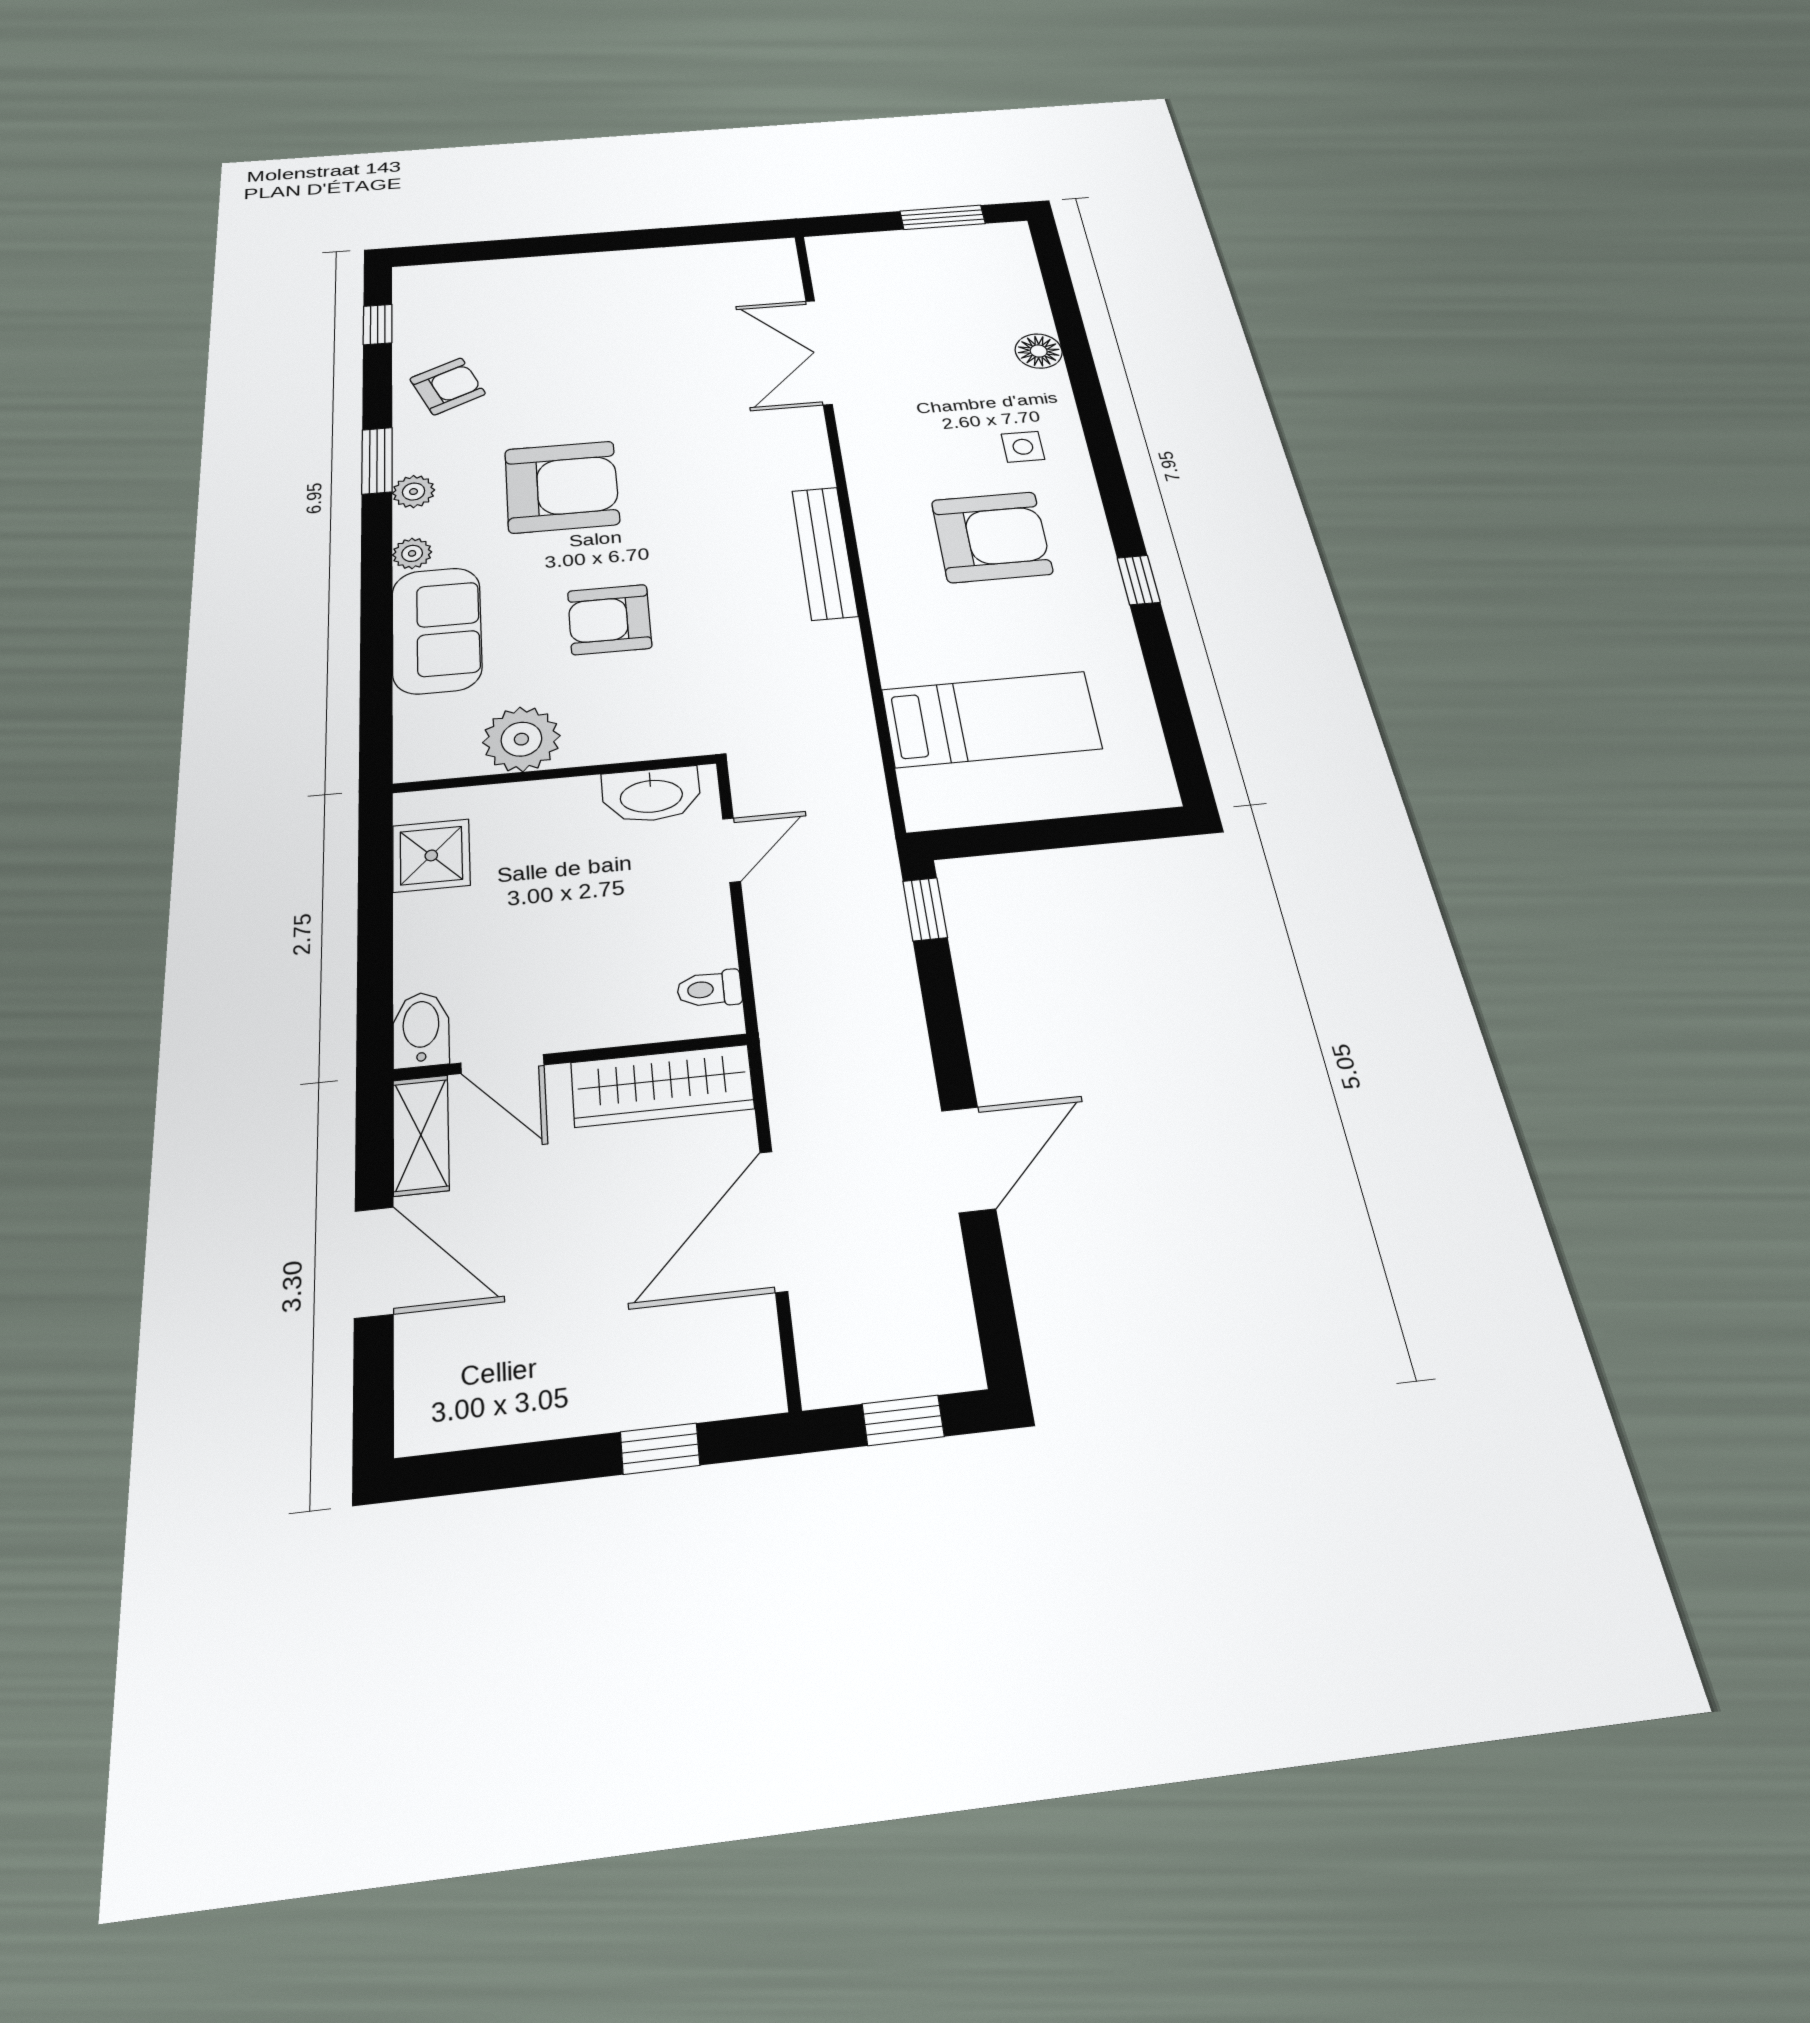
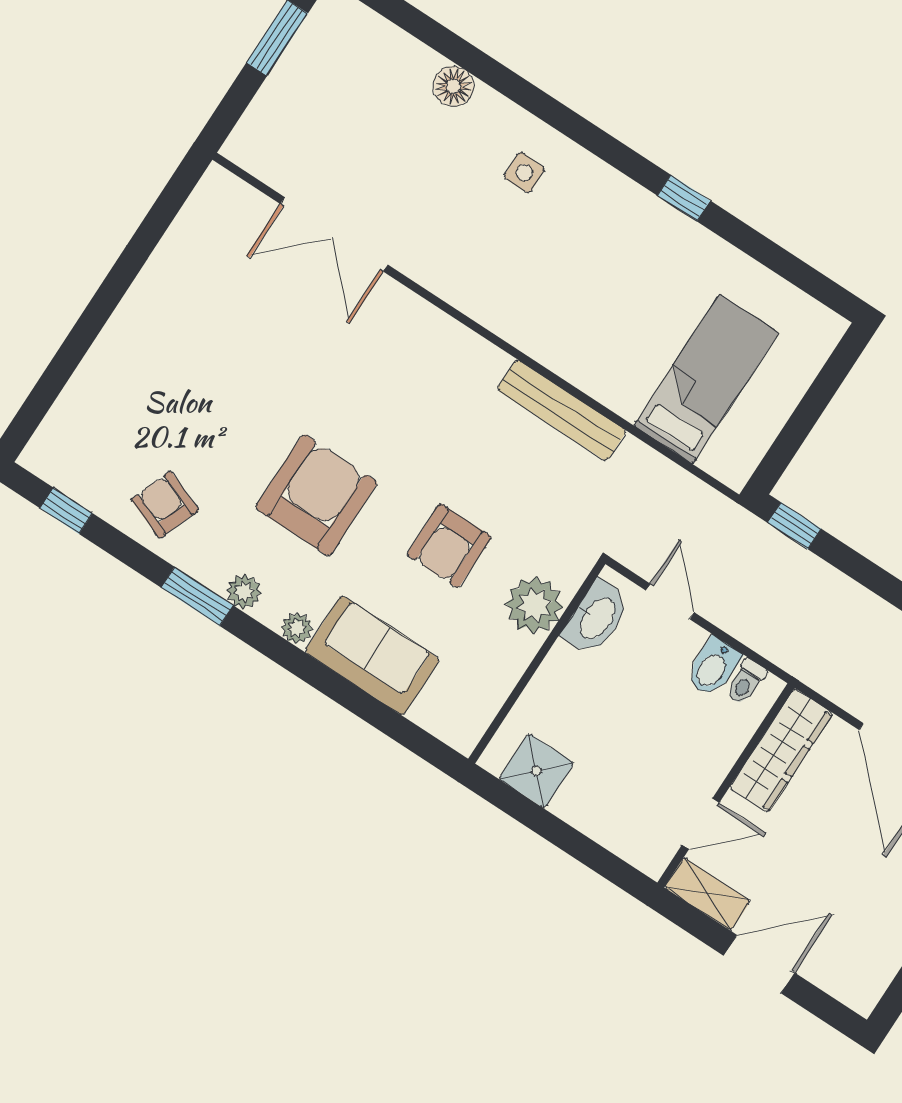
armchair: (448, 386) -> (165, 505), turned -45
armchair: (992, 537) -> (578, 258), removed
bench: (825, 553) -> (562, 410), moved
plant: (521, 739) -> (534, 605), moved
bidet: (421, 1029) -> (713, 667), moved, turned -90

